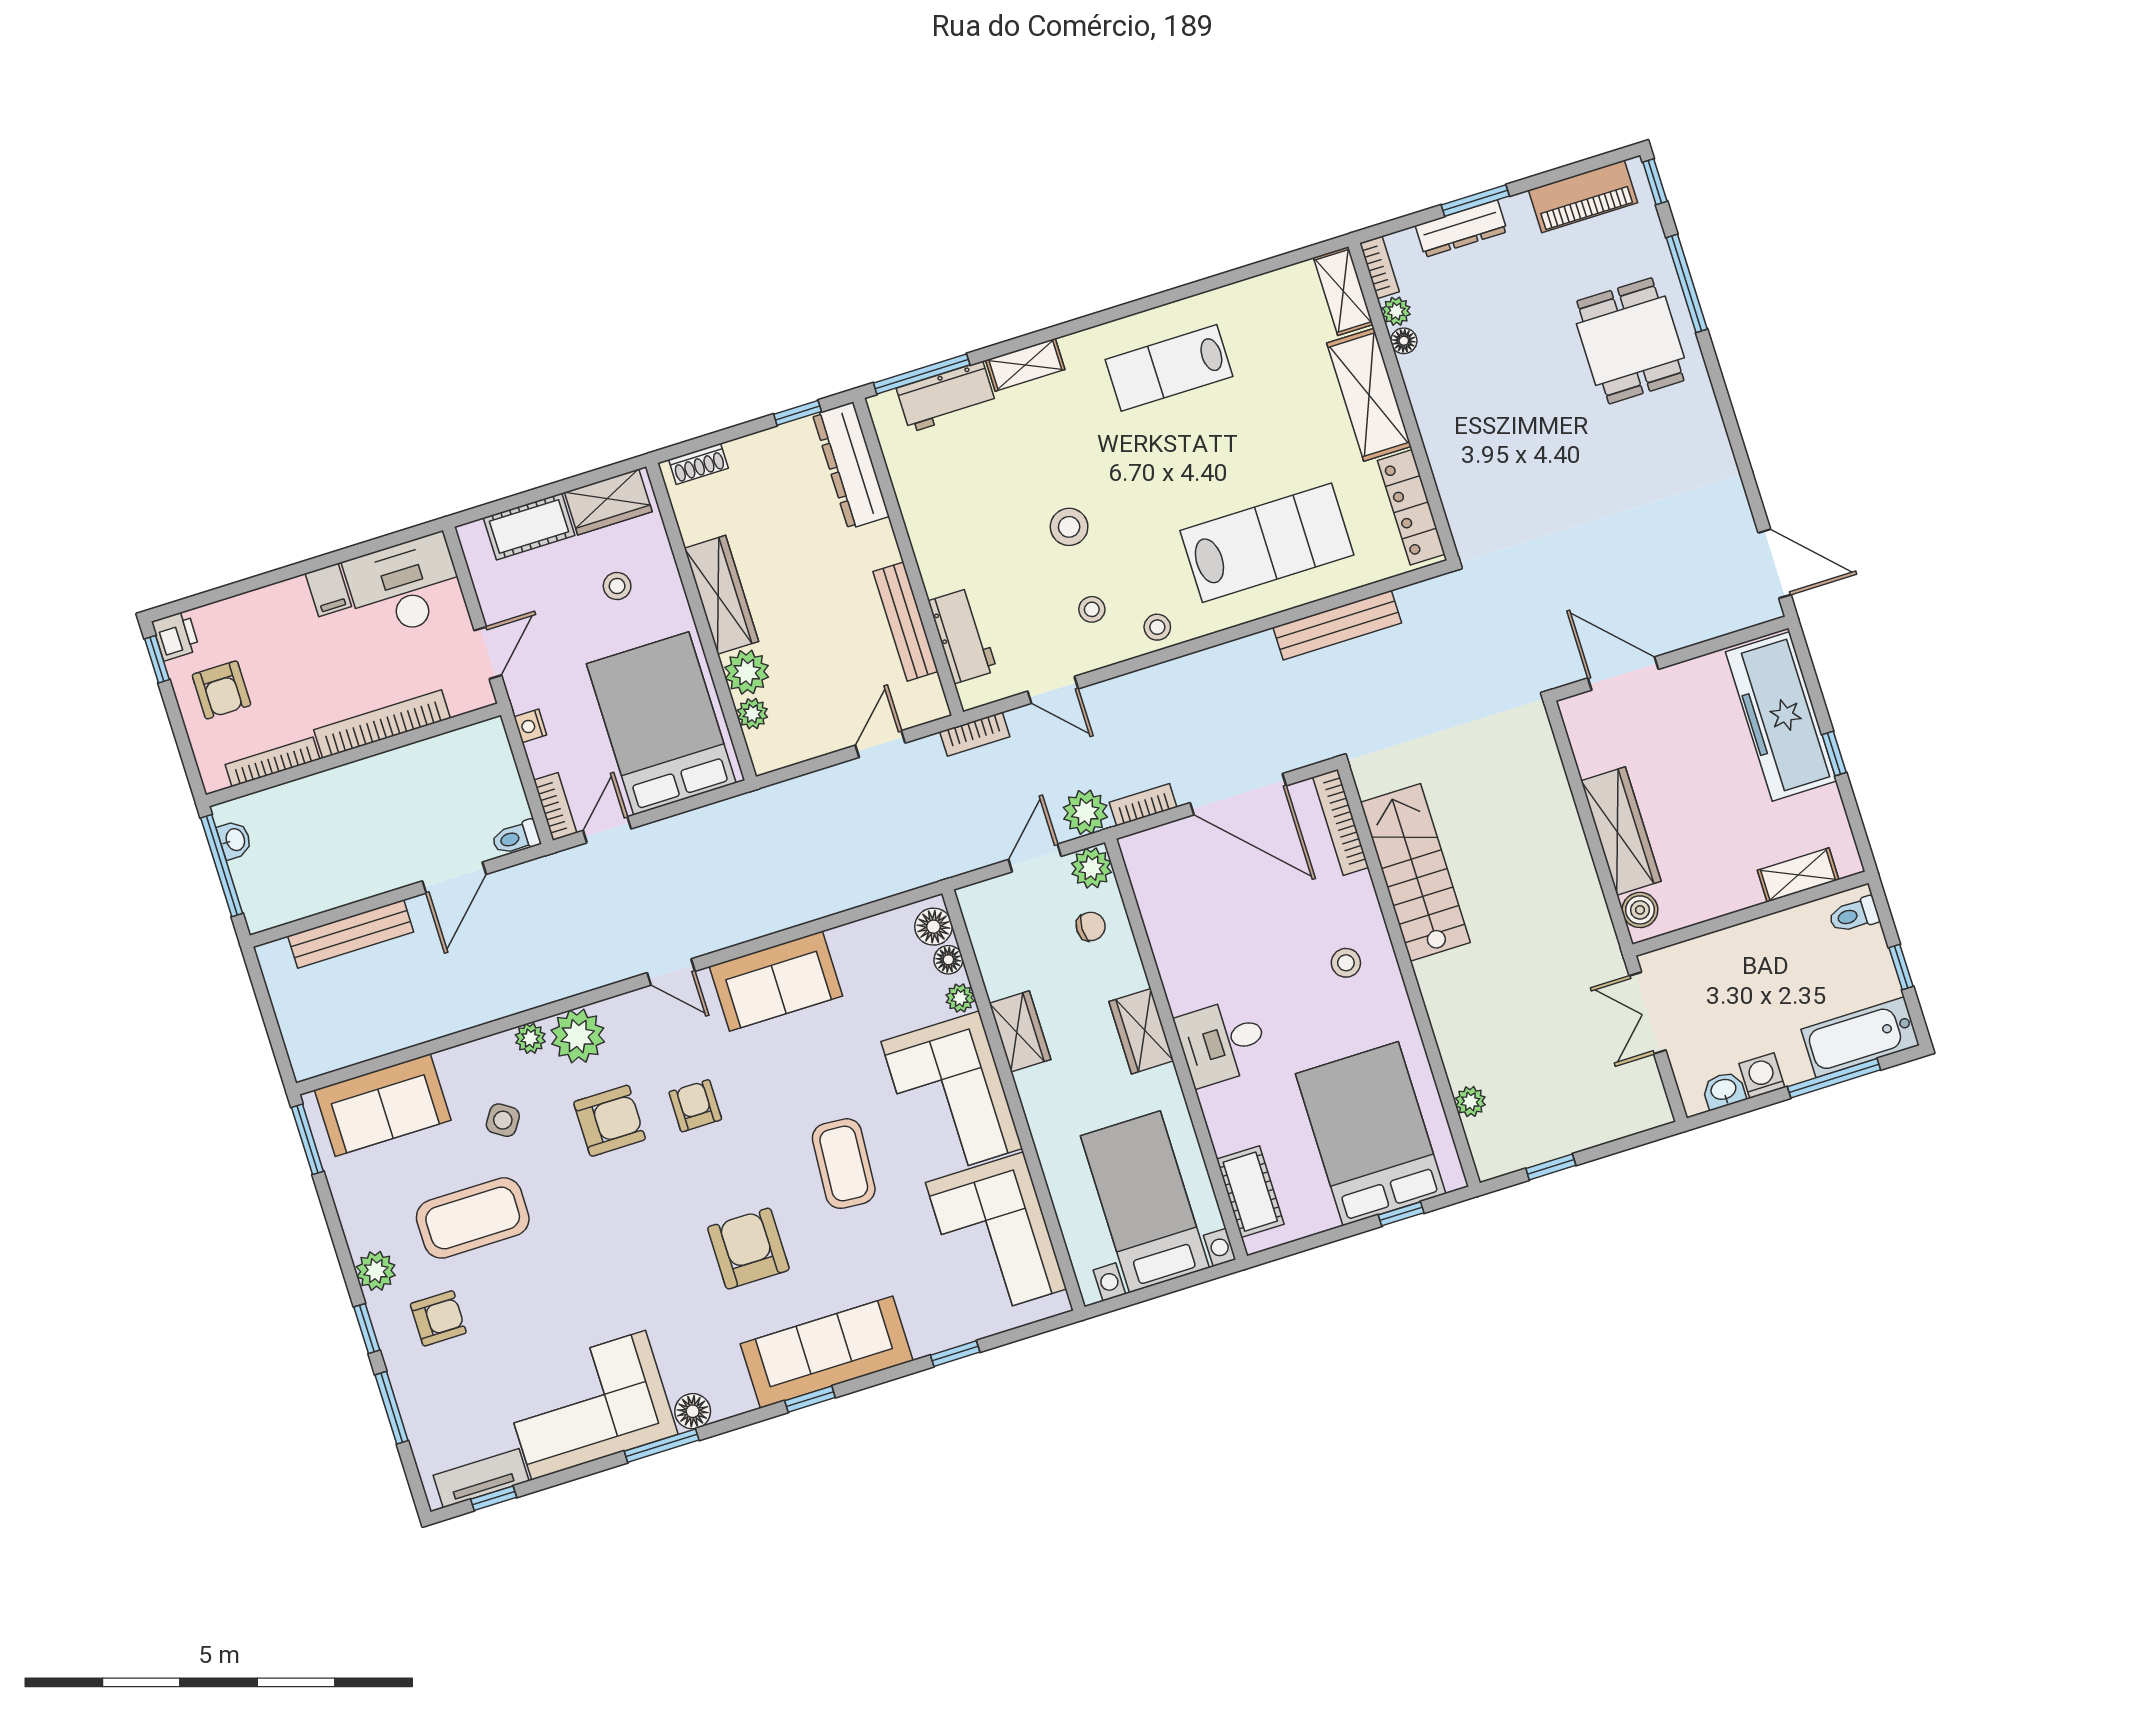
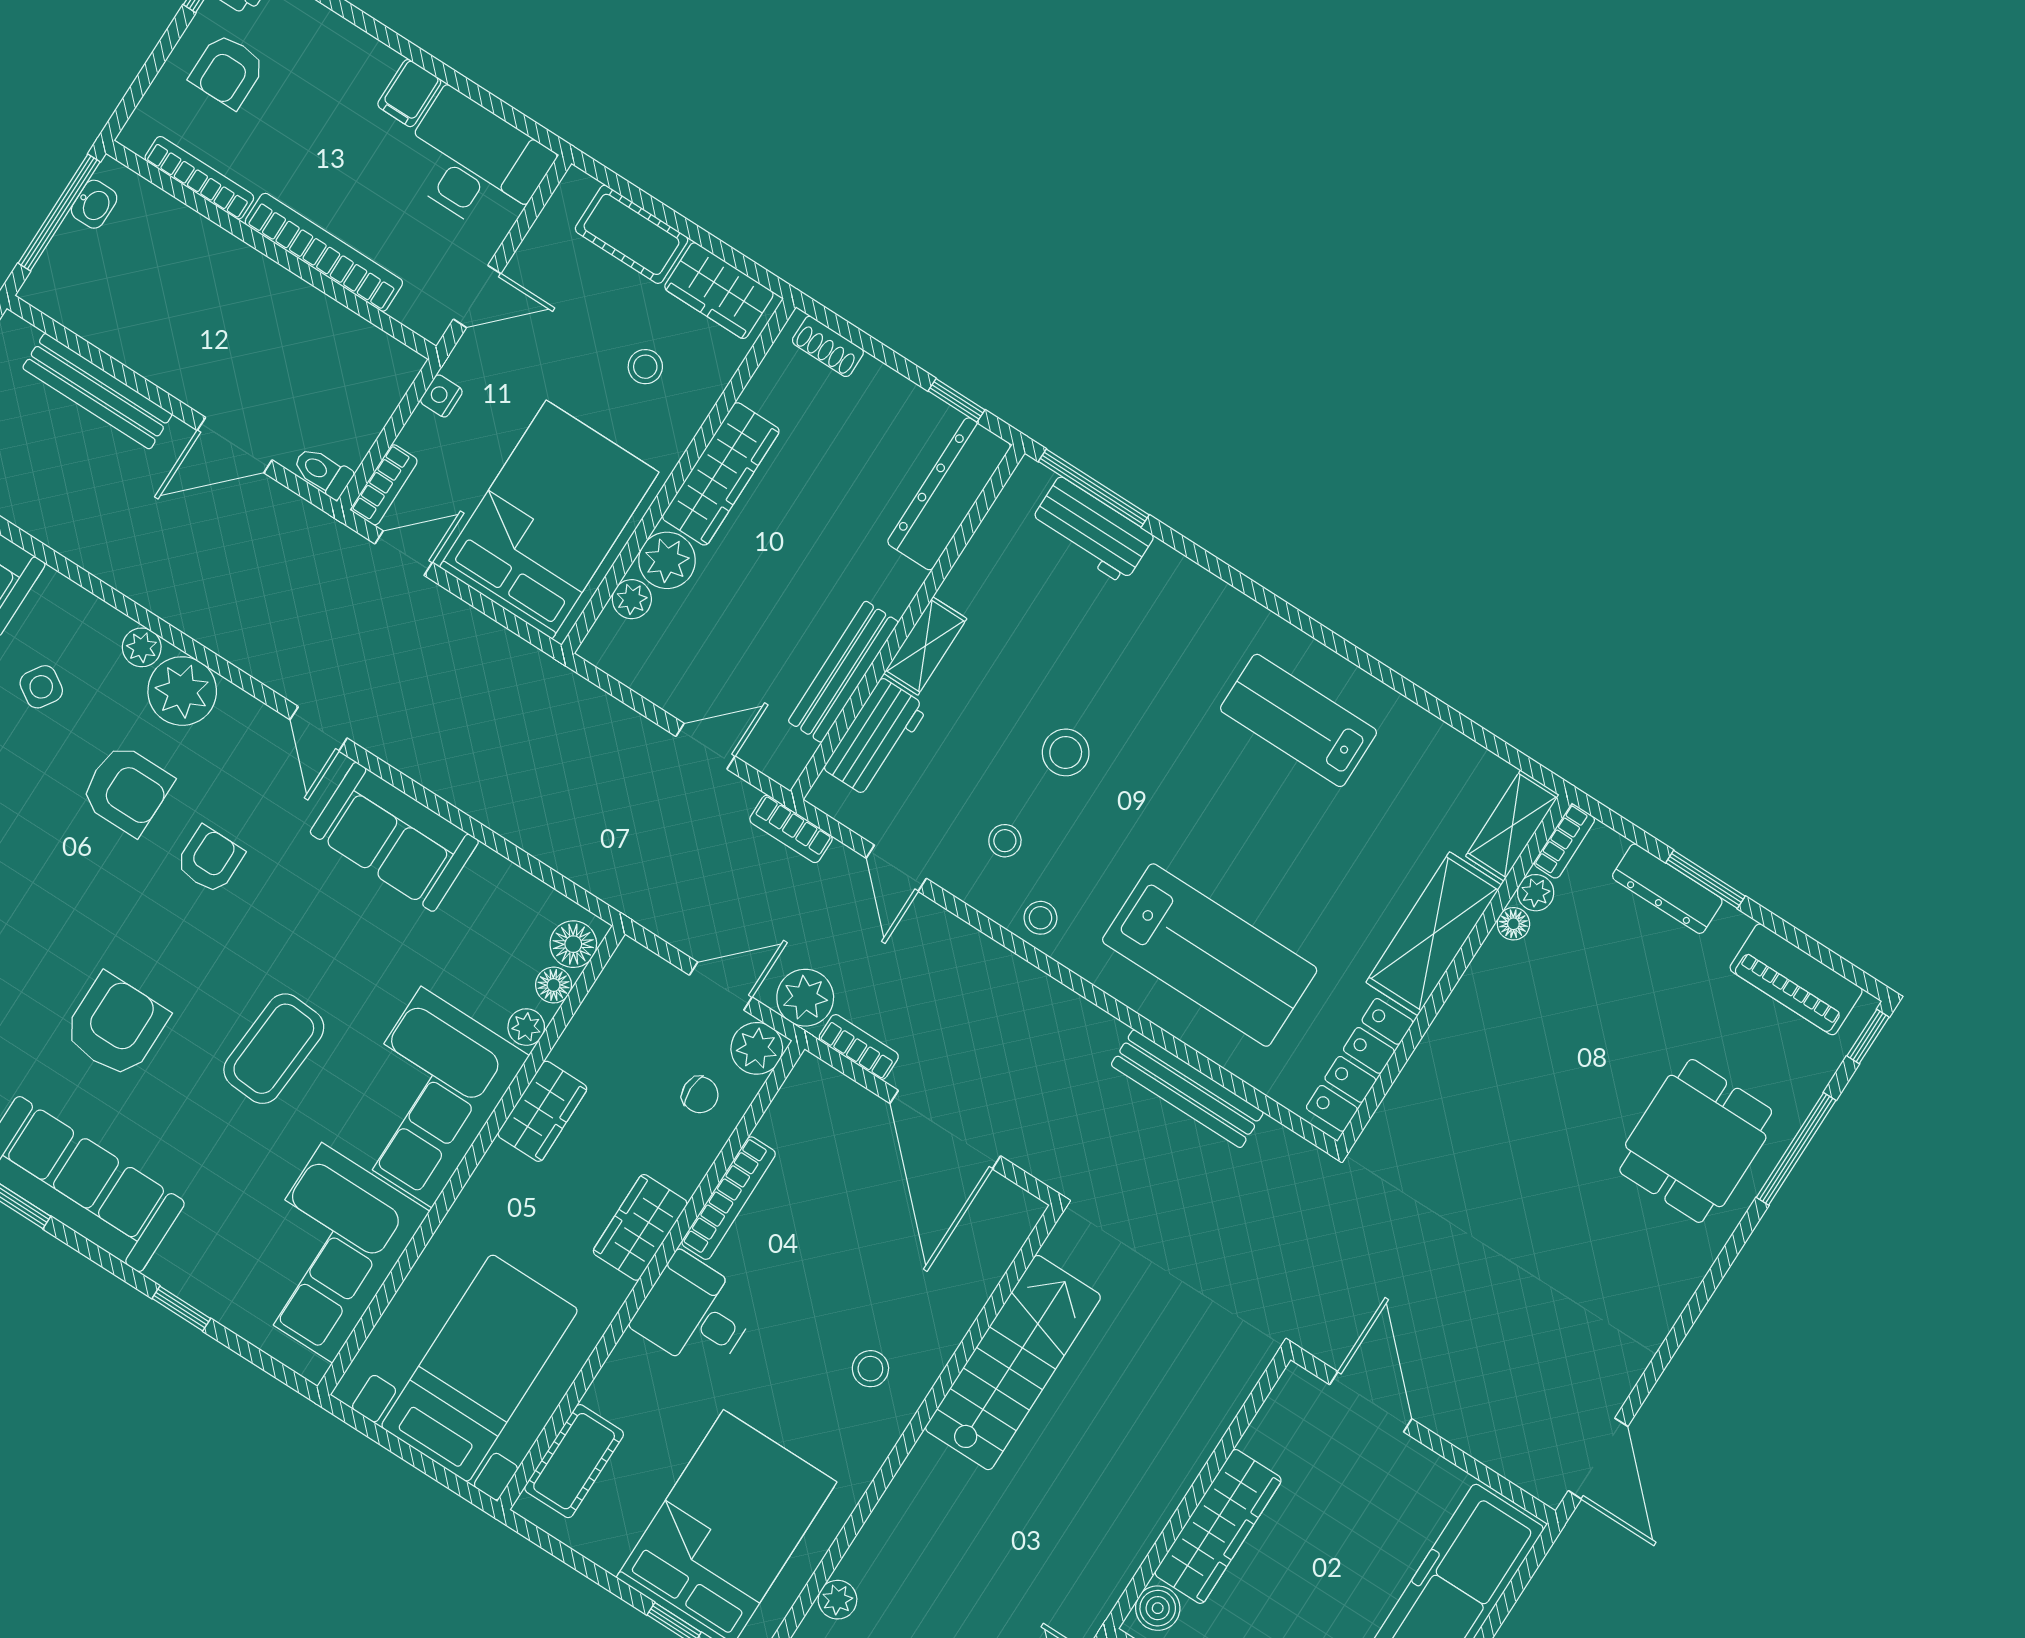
shelving: (1025, 365) -> (925, 646), moved, turned 90
bookcase: (1341, 822) -> (729, 1198), moved, turned 180

